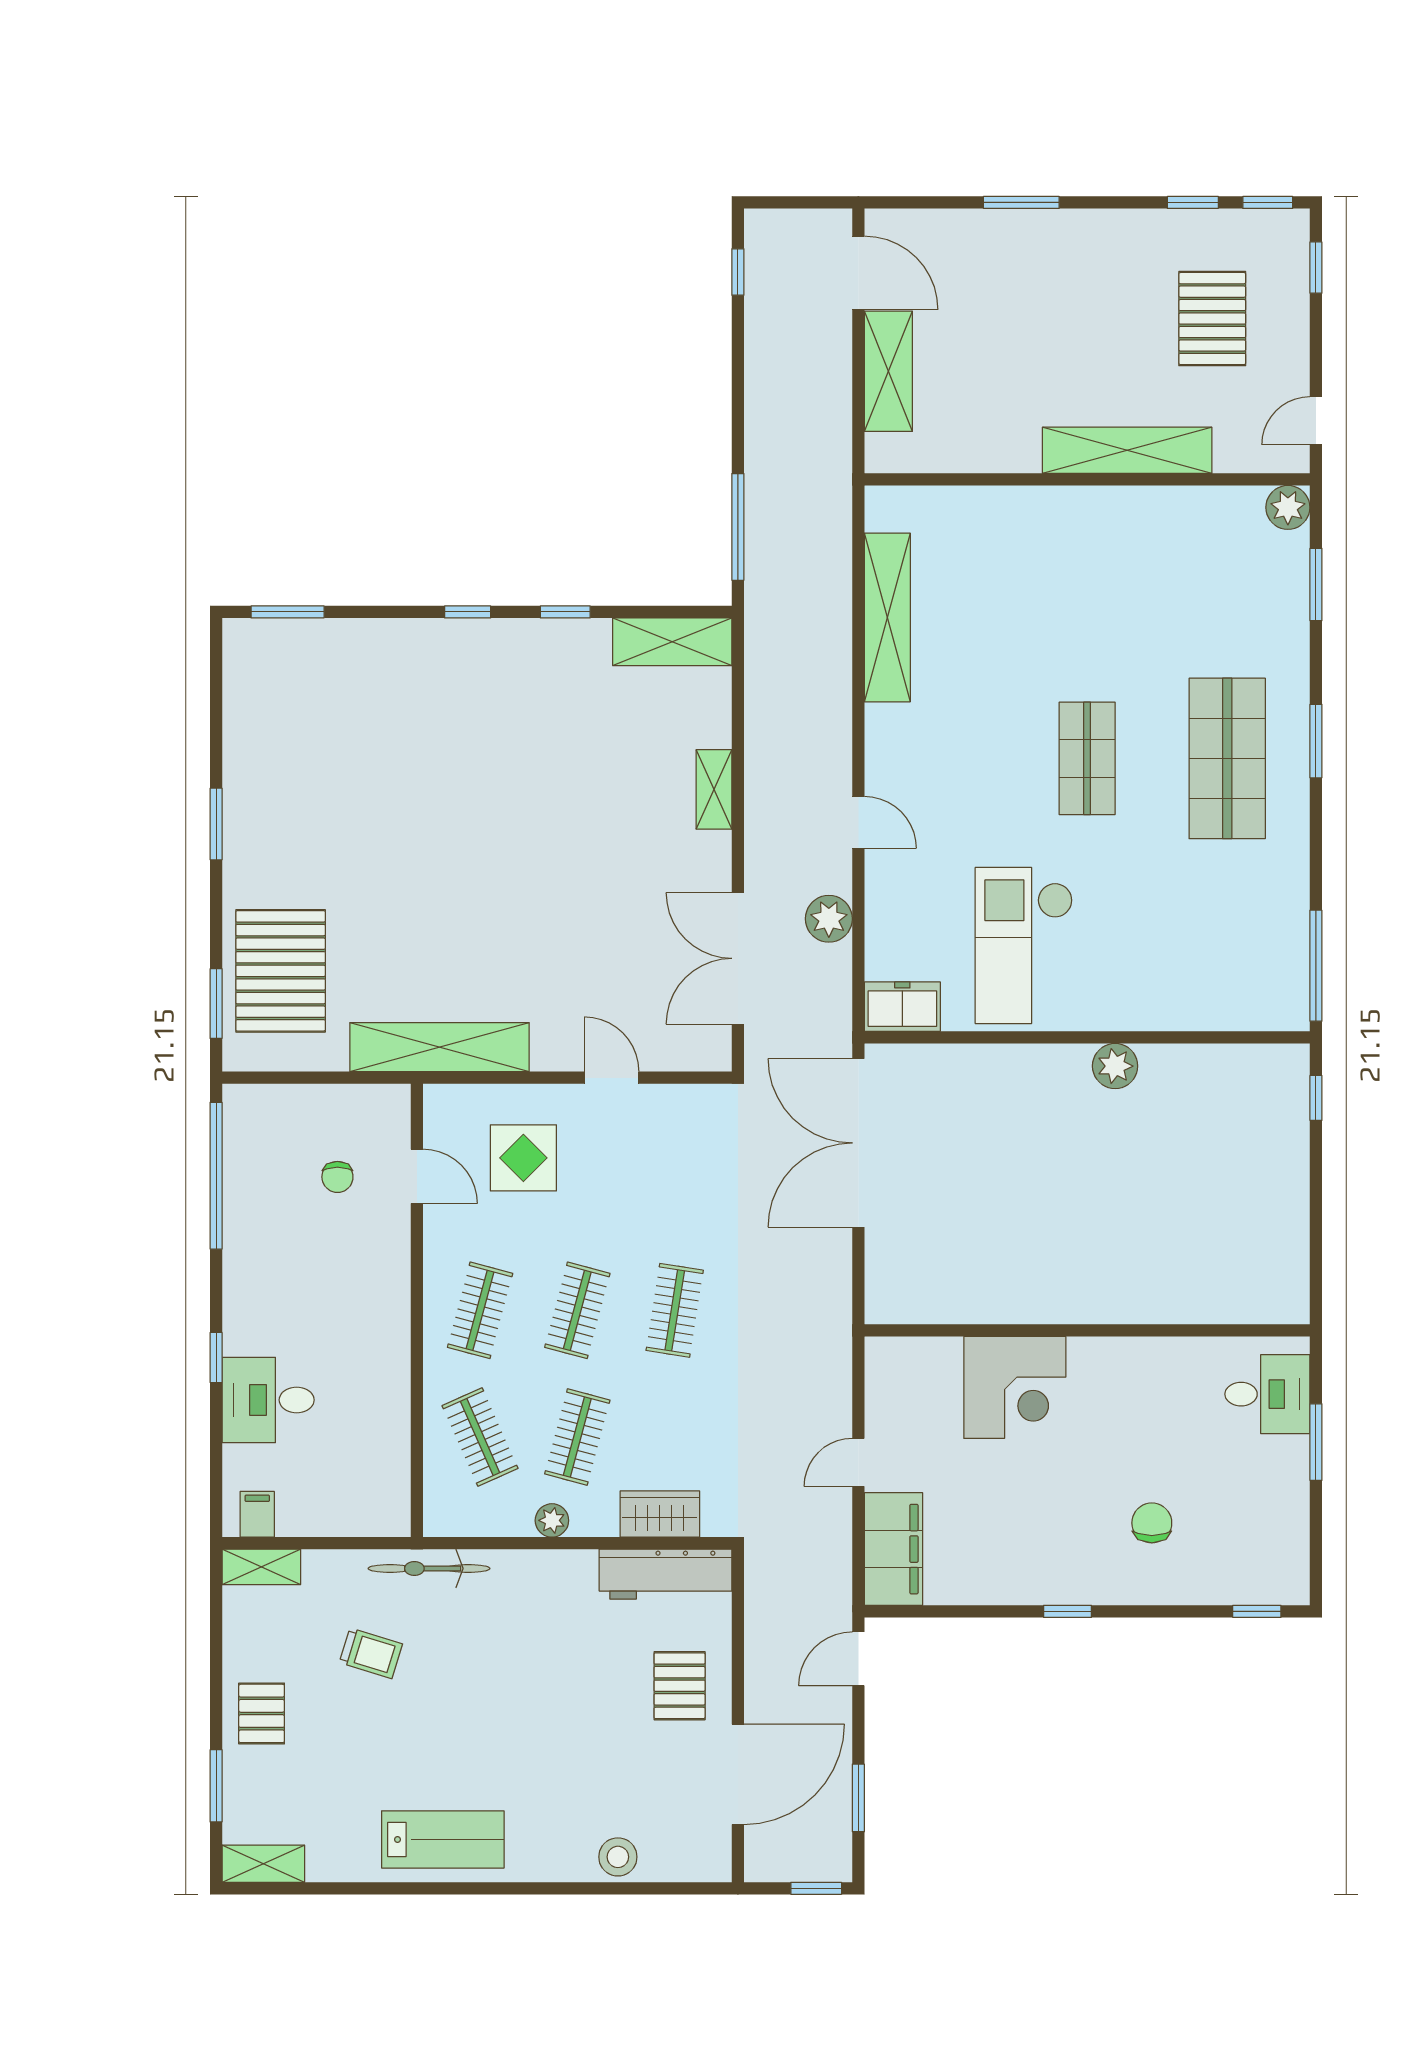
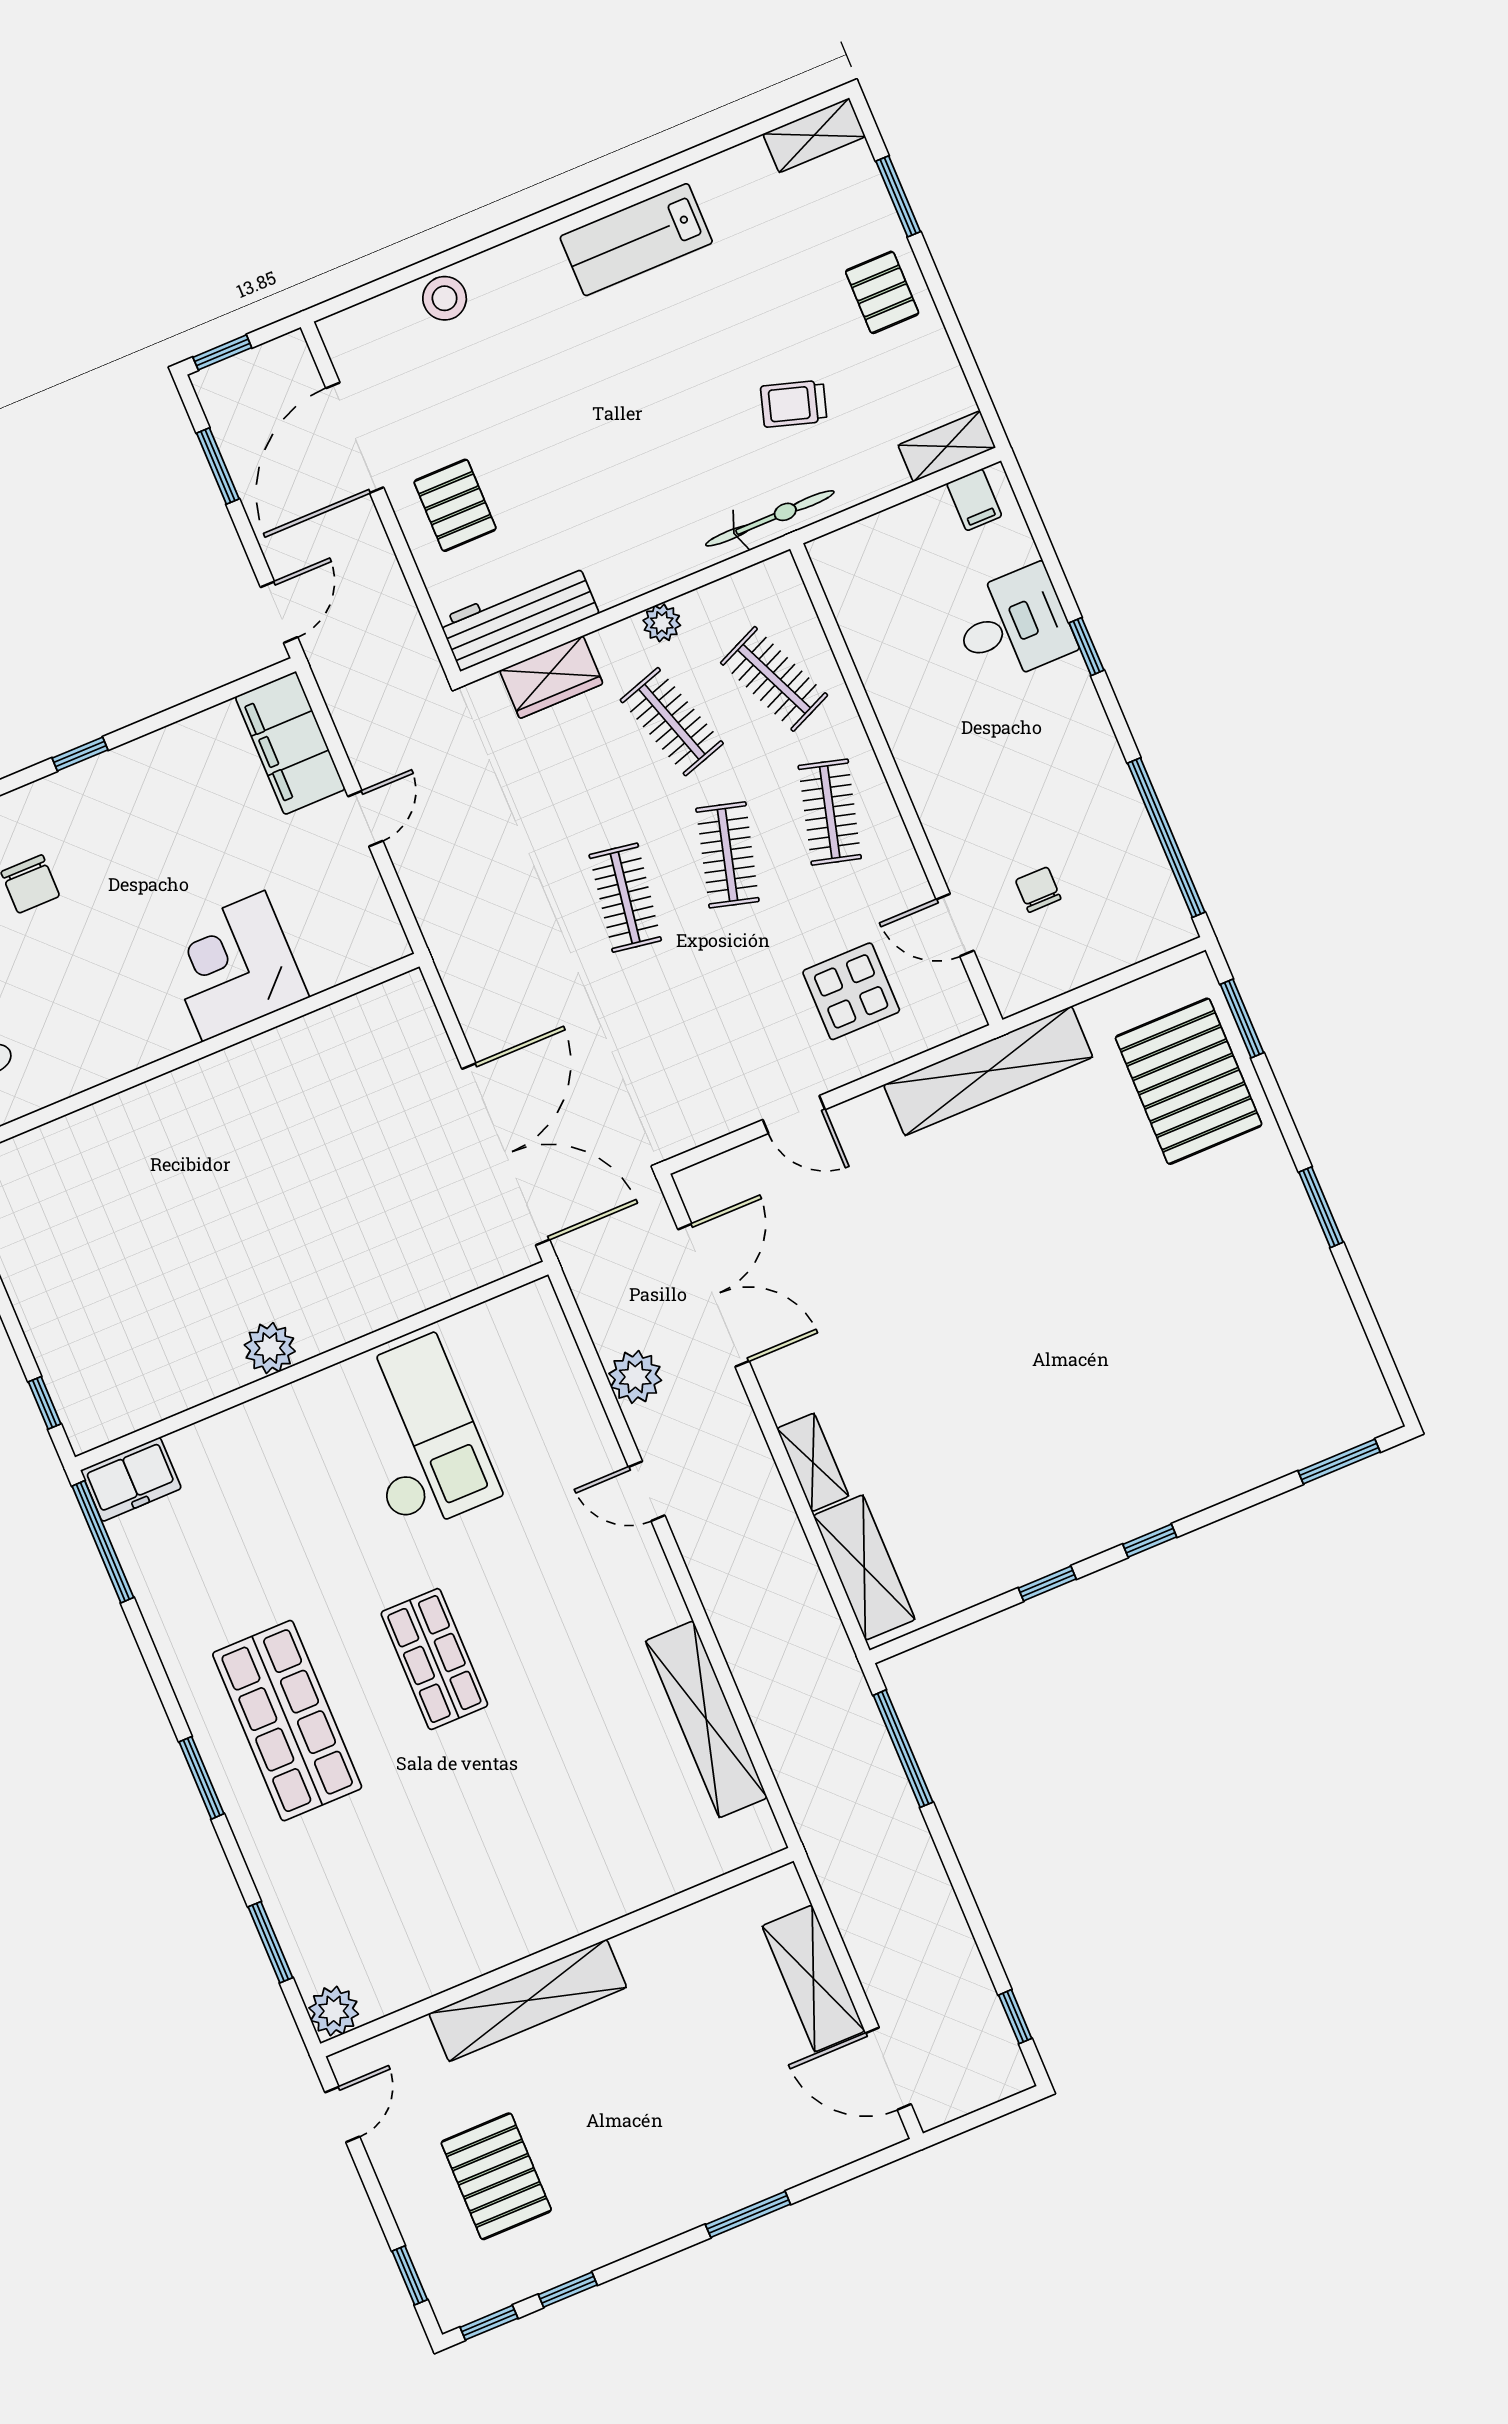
shelving: (672, 642) -> (864, 1568), moved, turned 90
freezer: (902, 1007) -> (131, 1479), moved
clothes rail: (577, 1437) -> (672, 722), turned -33

